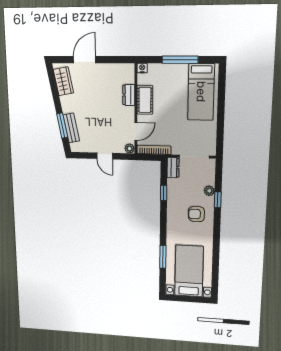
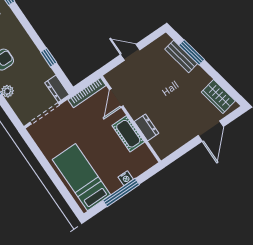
nightstand: (142, 68) -> (126, 178), moved
plant: (130, 149) -> (111, 77), removed

